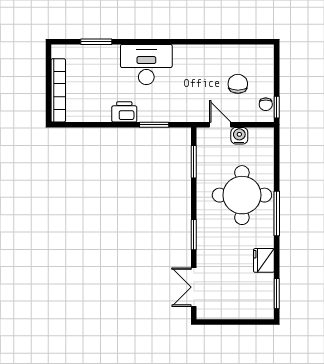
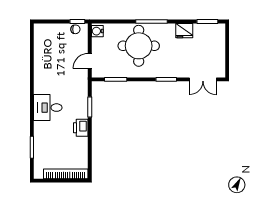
desk: (146, 65) -> (48, 108), width x0.73
chair: (238, 84) -> (61, 49), removed
water cooler: (239, 136) -> (97, 31), moved

